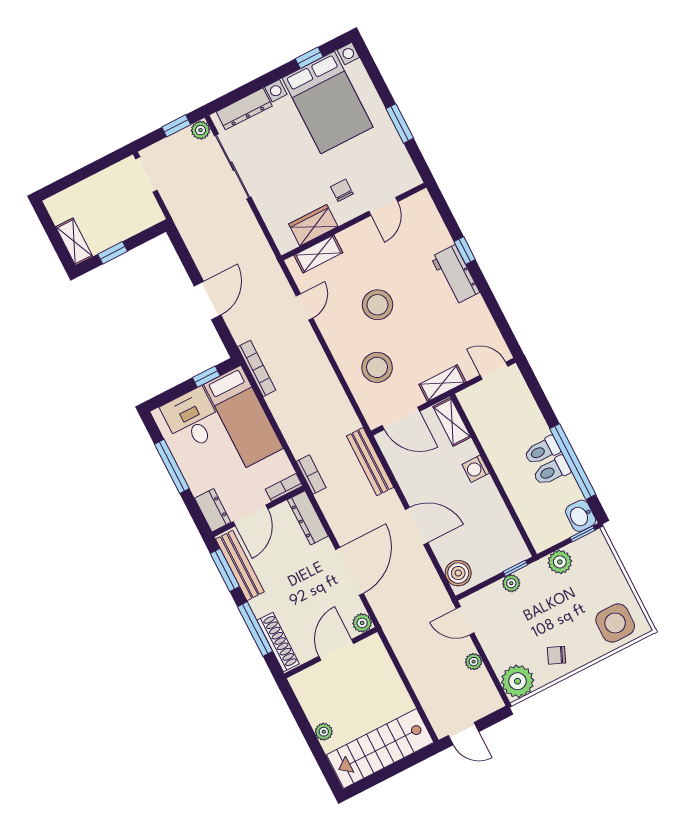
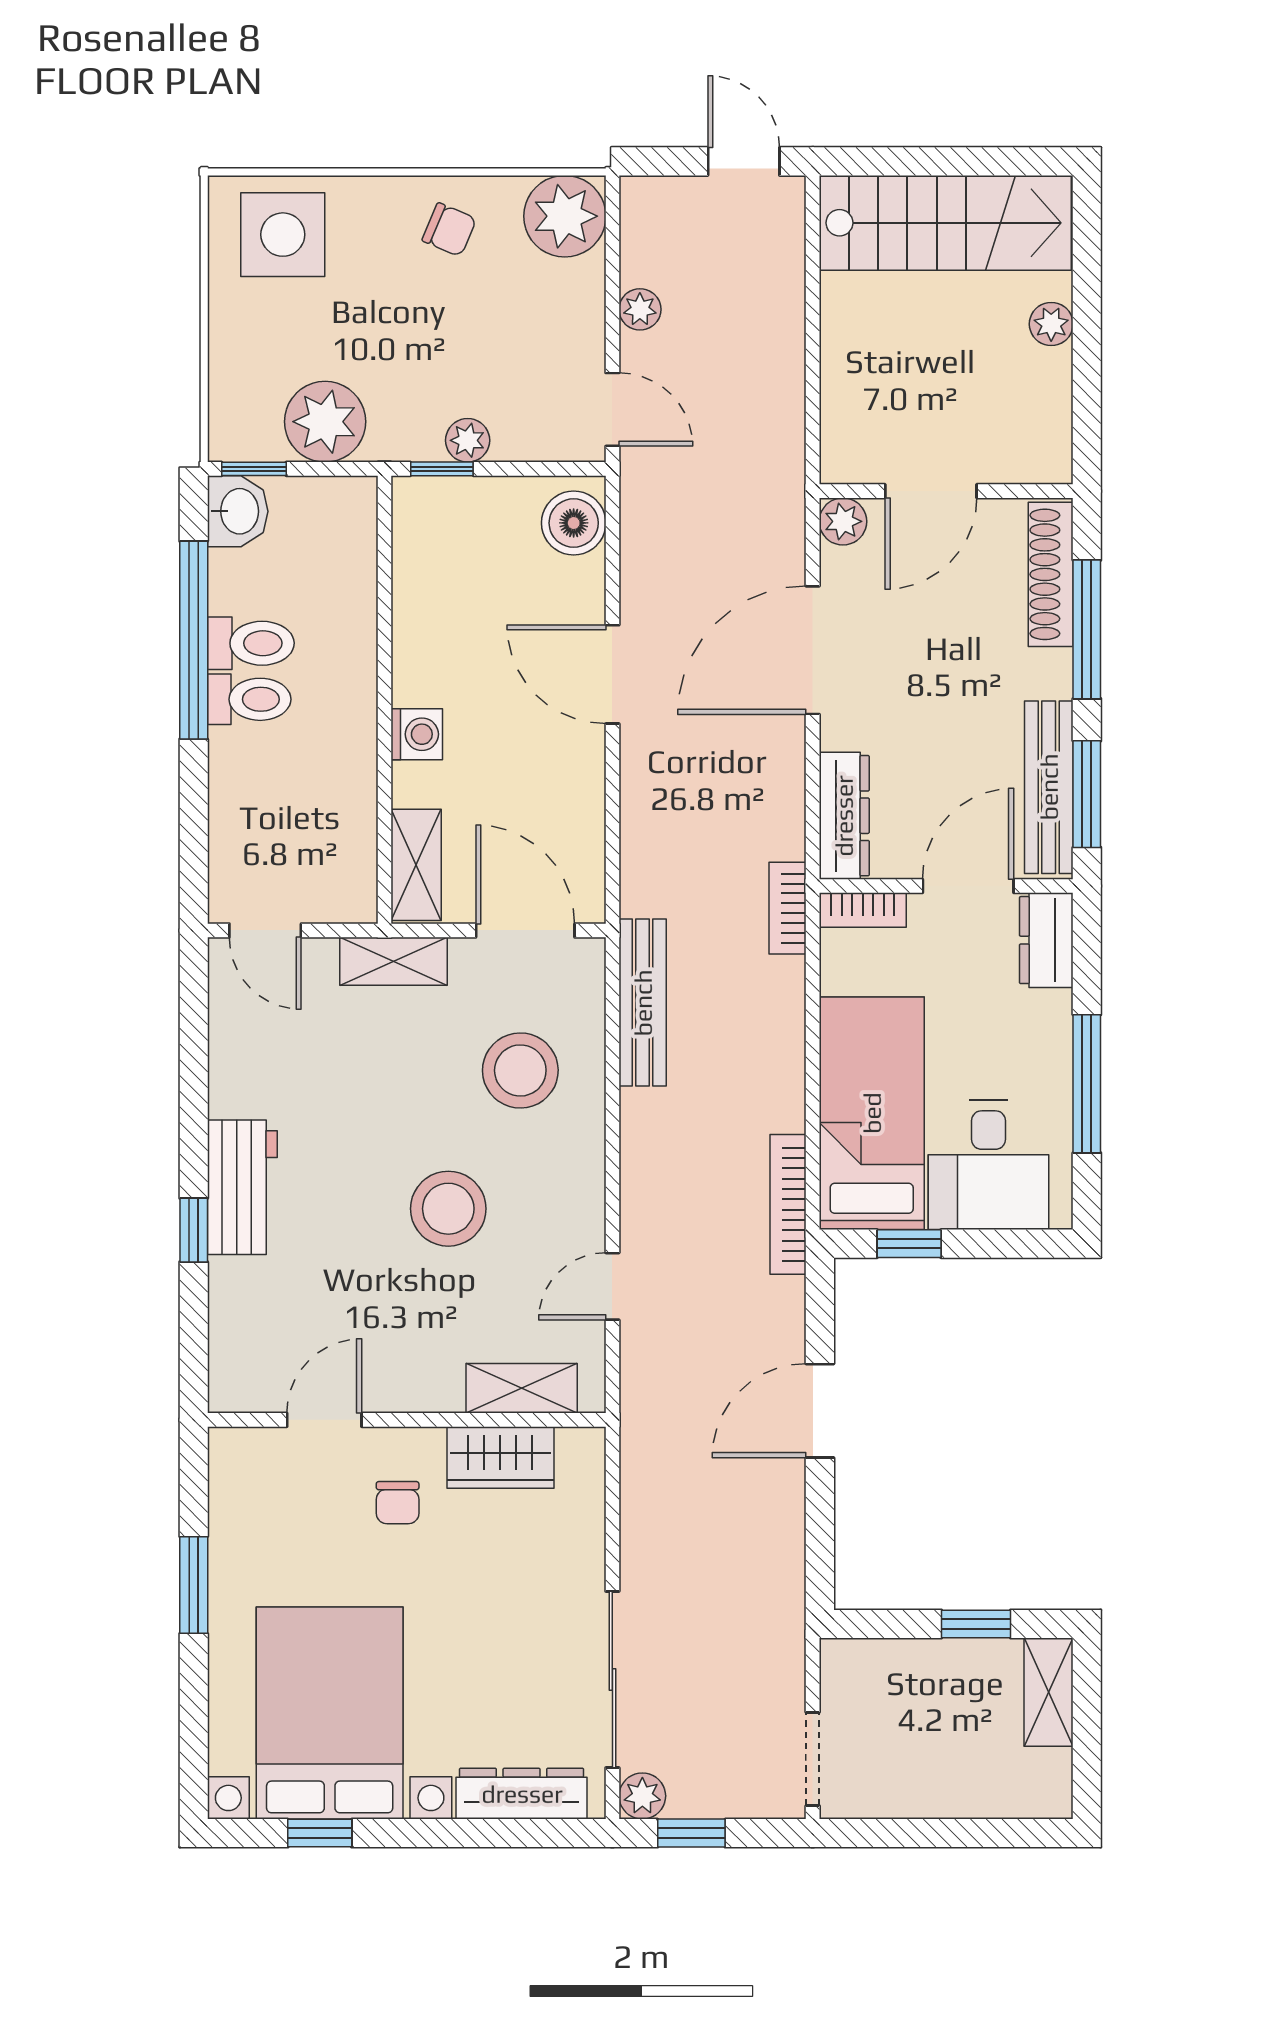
bench: (370, 462) -> (643, 1003), moved
plant: (560, 562) -> (325, 422), width x1.36, depth x1.36

